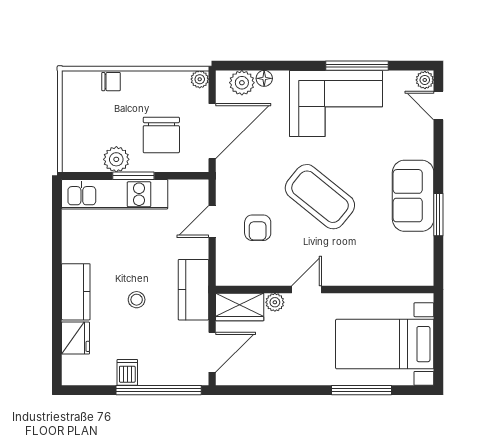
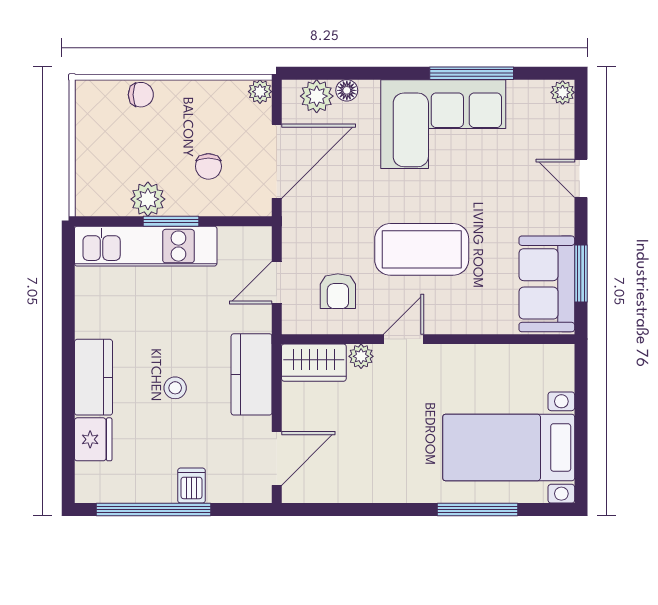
door: (438, 106) -> (581, 178), moved
chair: (161, 135) -> (208, 166), width x0.54, depth x0.54
sofa: (413, 196) -> (547, 284), moved
coffee table: (320, 197) -> (422, 249), turned -39
door: (307, 289) -> (404, 339), moved
wall: (325, 289) -> (428, 339), moved
plant: (275, 302) -> (361, 356), moved
wardrobe: (240, 307) -> (314, 363), moved
dishwasher: (127, 372) -> (191, 486), moved
window: (159, 390) -> (154, 509), moved

